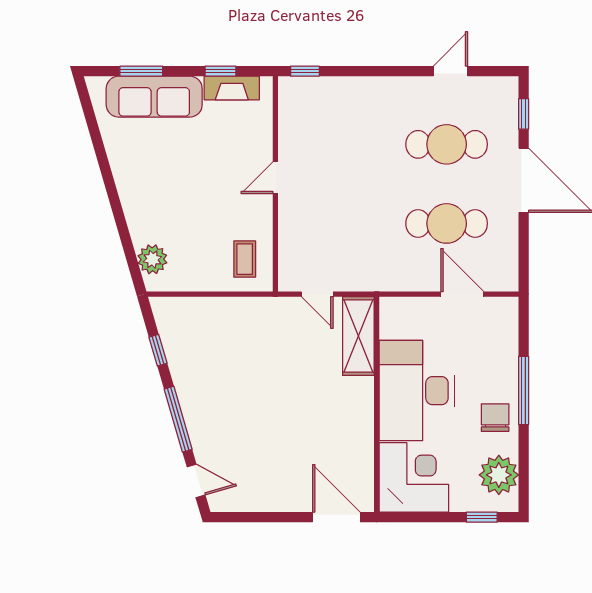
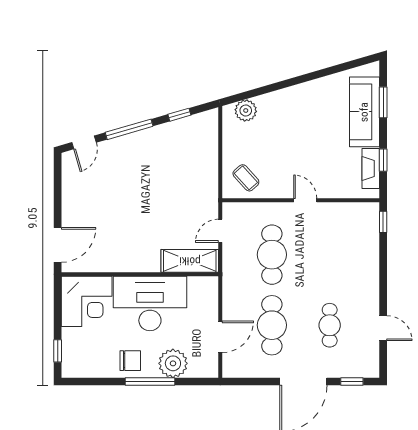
cafe table: (447, 144) -> (330, 325), width x0.73, depth x0.74
cafe table: (350, 223) -> (272, 255), added
coffee table: (245, 259) -> (246, 178), turned 48
plant: (499, 475) -> (173, 363), moved

